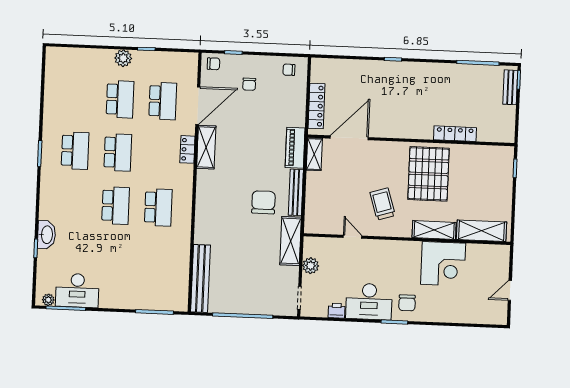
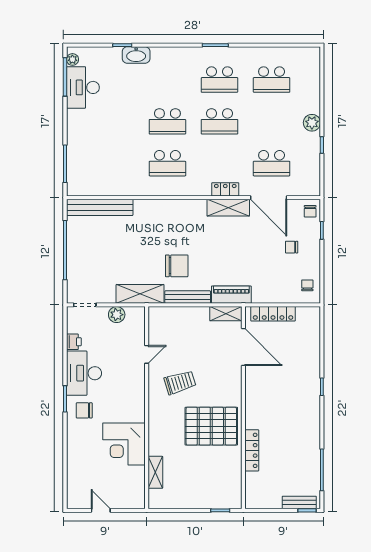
school desk: (120, 99) -> (272, 80), moved
shelving: (434, 230) -> (157, 434), removed
shelving: (482, 231) -> (155, 472), width x0.67, depth x0.75

